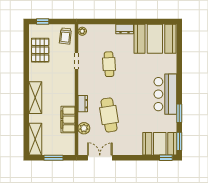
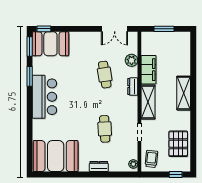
dresser: (125, 29) -> (99, 167), moved
cafe table: (109, 115) -> (105, 75), width x0.73, depth x0.74
shelving: (35, 139) -> (148, 102), moved

